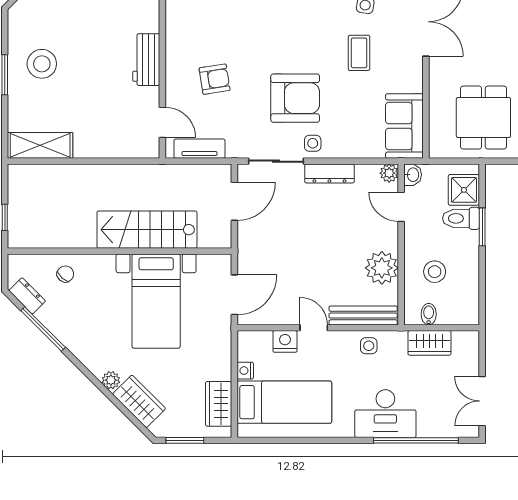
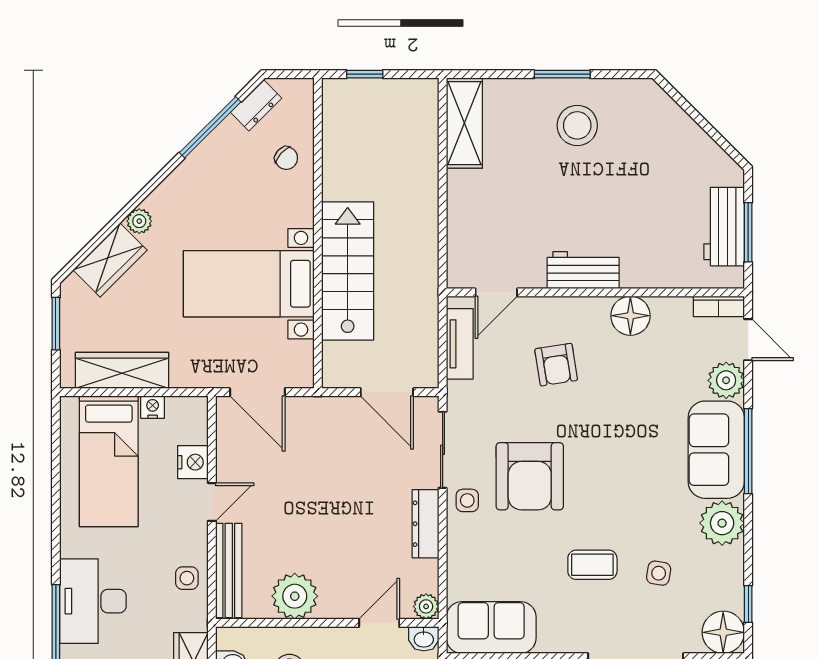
floor lamp: (179, 25) -> (630, 316), added
wardrobe: (219, 404) -> (122, 370), width x1.50

